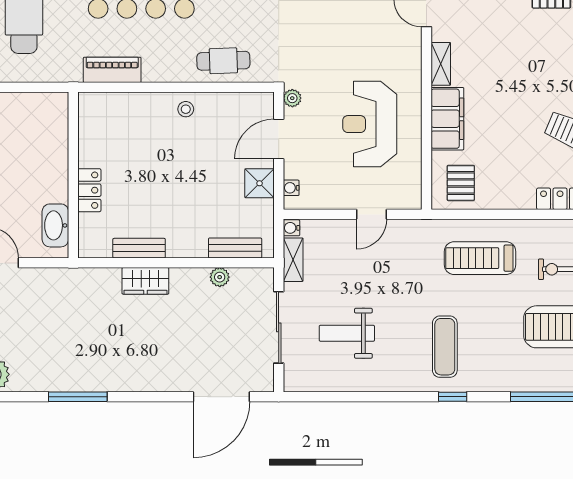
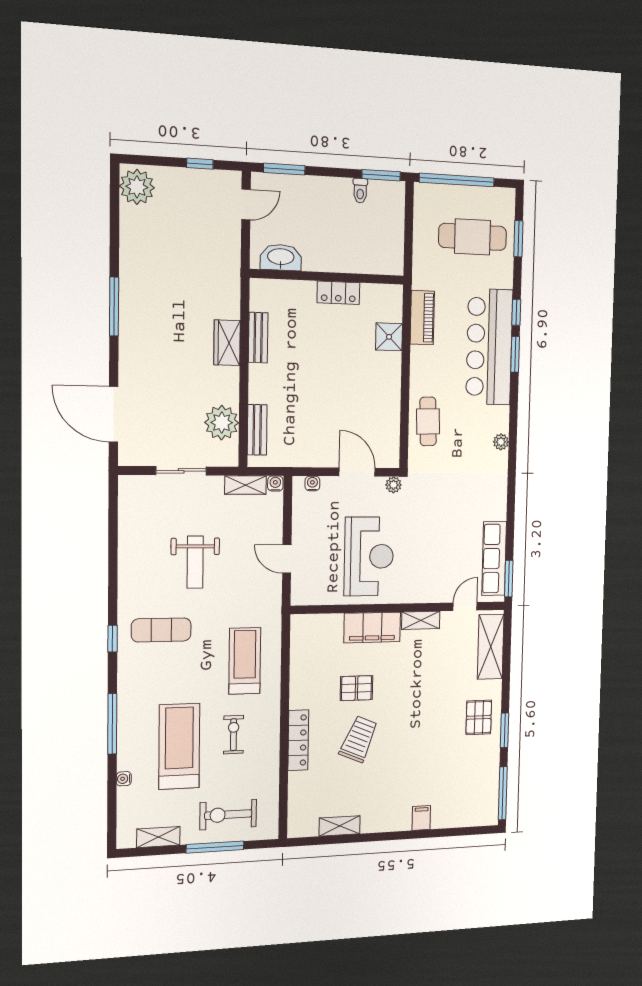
stool: (186, 109) -> (386, 386), removed
reception desk: (370, 124) -> (369, 556), turned 90
shower: (260, 183) -> (389, 337), moved
pallet: (461, 183) -> (357, 688), moved
locker: (89, 190) -> (338, 293), moved
plant: (220, 277) -> (222, 423), width x1.88, depth x1.88
sliding door: (279, 327) -> (181, 471), width x0.73
weight bench: (347, 333) -> (195, 562), moved, turned 180
window: (78, 397) -> (114, 307), moved

